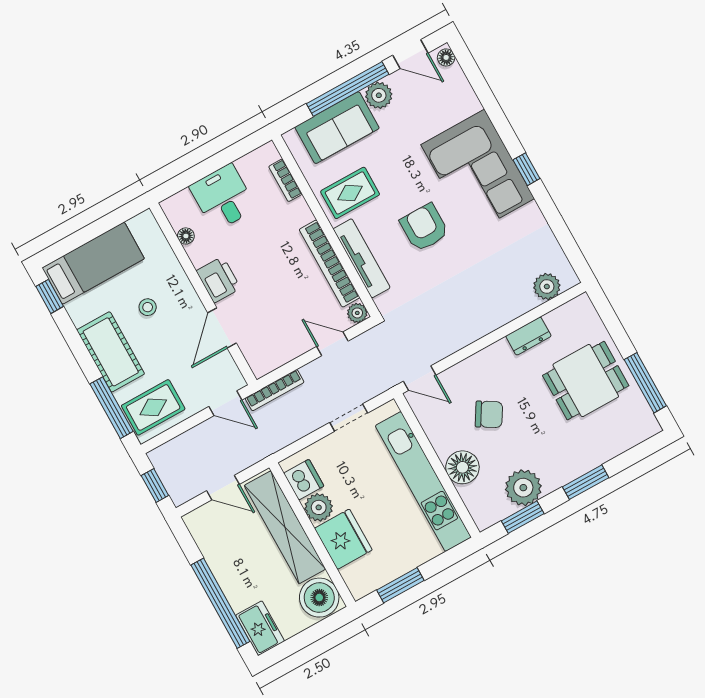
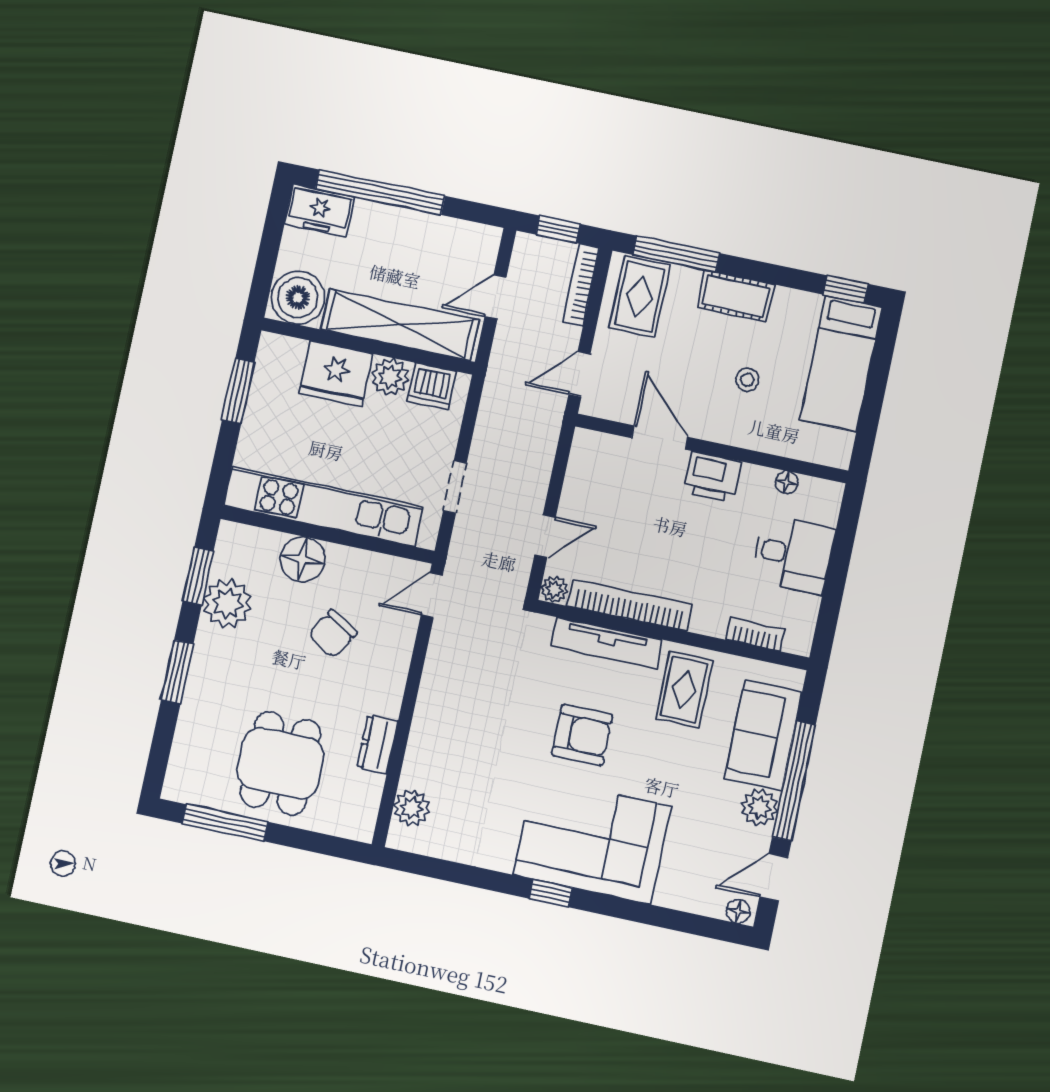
cot: (111, 352) -> (736, 296), width x0.73, depth x0.75
bookcase: (275, 390) -> (581, 285), moved

